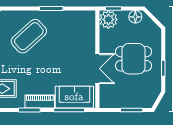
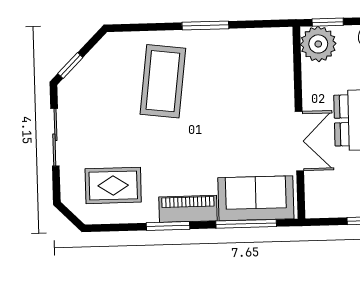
coffee table: (29, 36) -> (163, 81), turned -41

